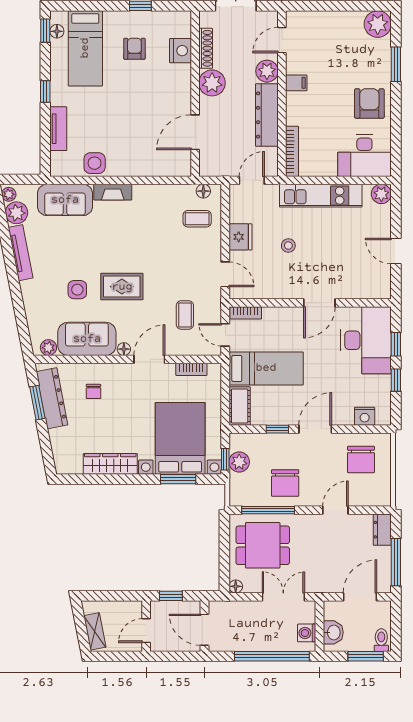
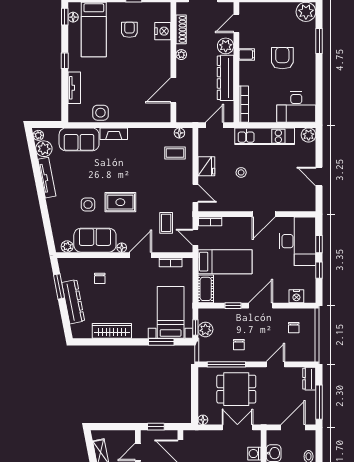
plant: (212, 83) -> (181, 55), width x0.53, depth x0.53
armchair: (369, 103) -> (282, 58), moved
dresser: (52, 398) -> (73, 302), moved
bed with nightstands: (180, 438) -> (171, 312), width x0.73
chair: (361, 459) -> (294, 328), width x0.54, depth x0.54
chair: (285, 483) -> (239, 345), width x0.54, depth x0.54
dining table: (263, 545) -> (236, 389), moved

